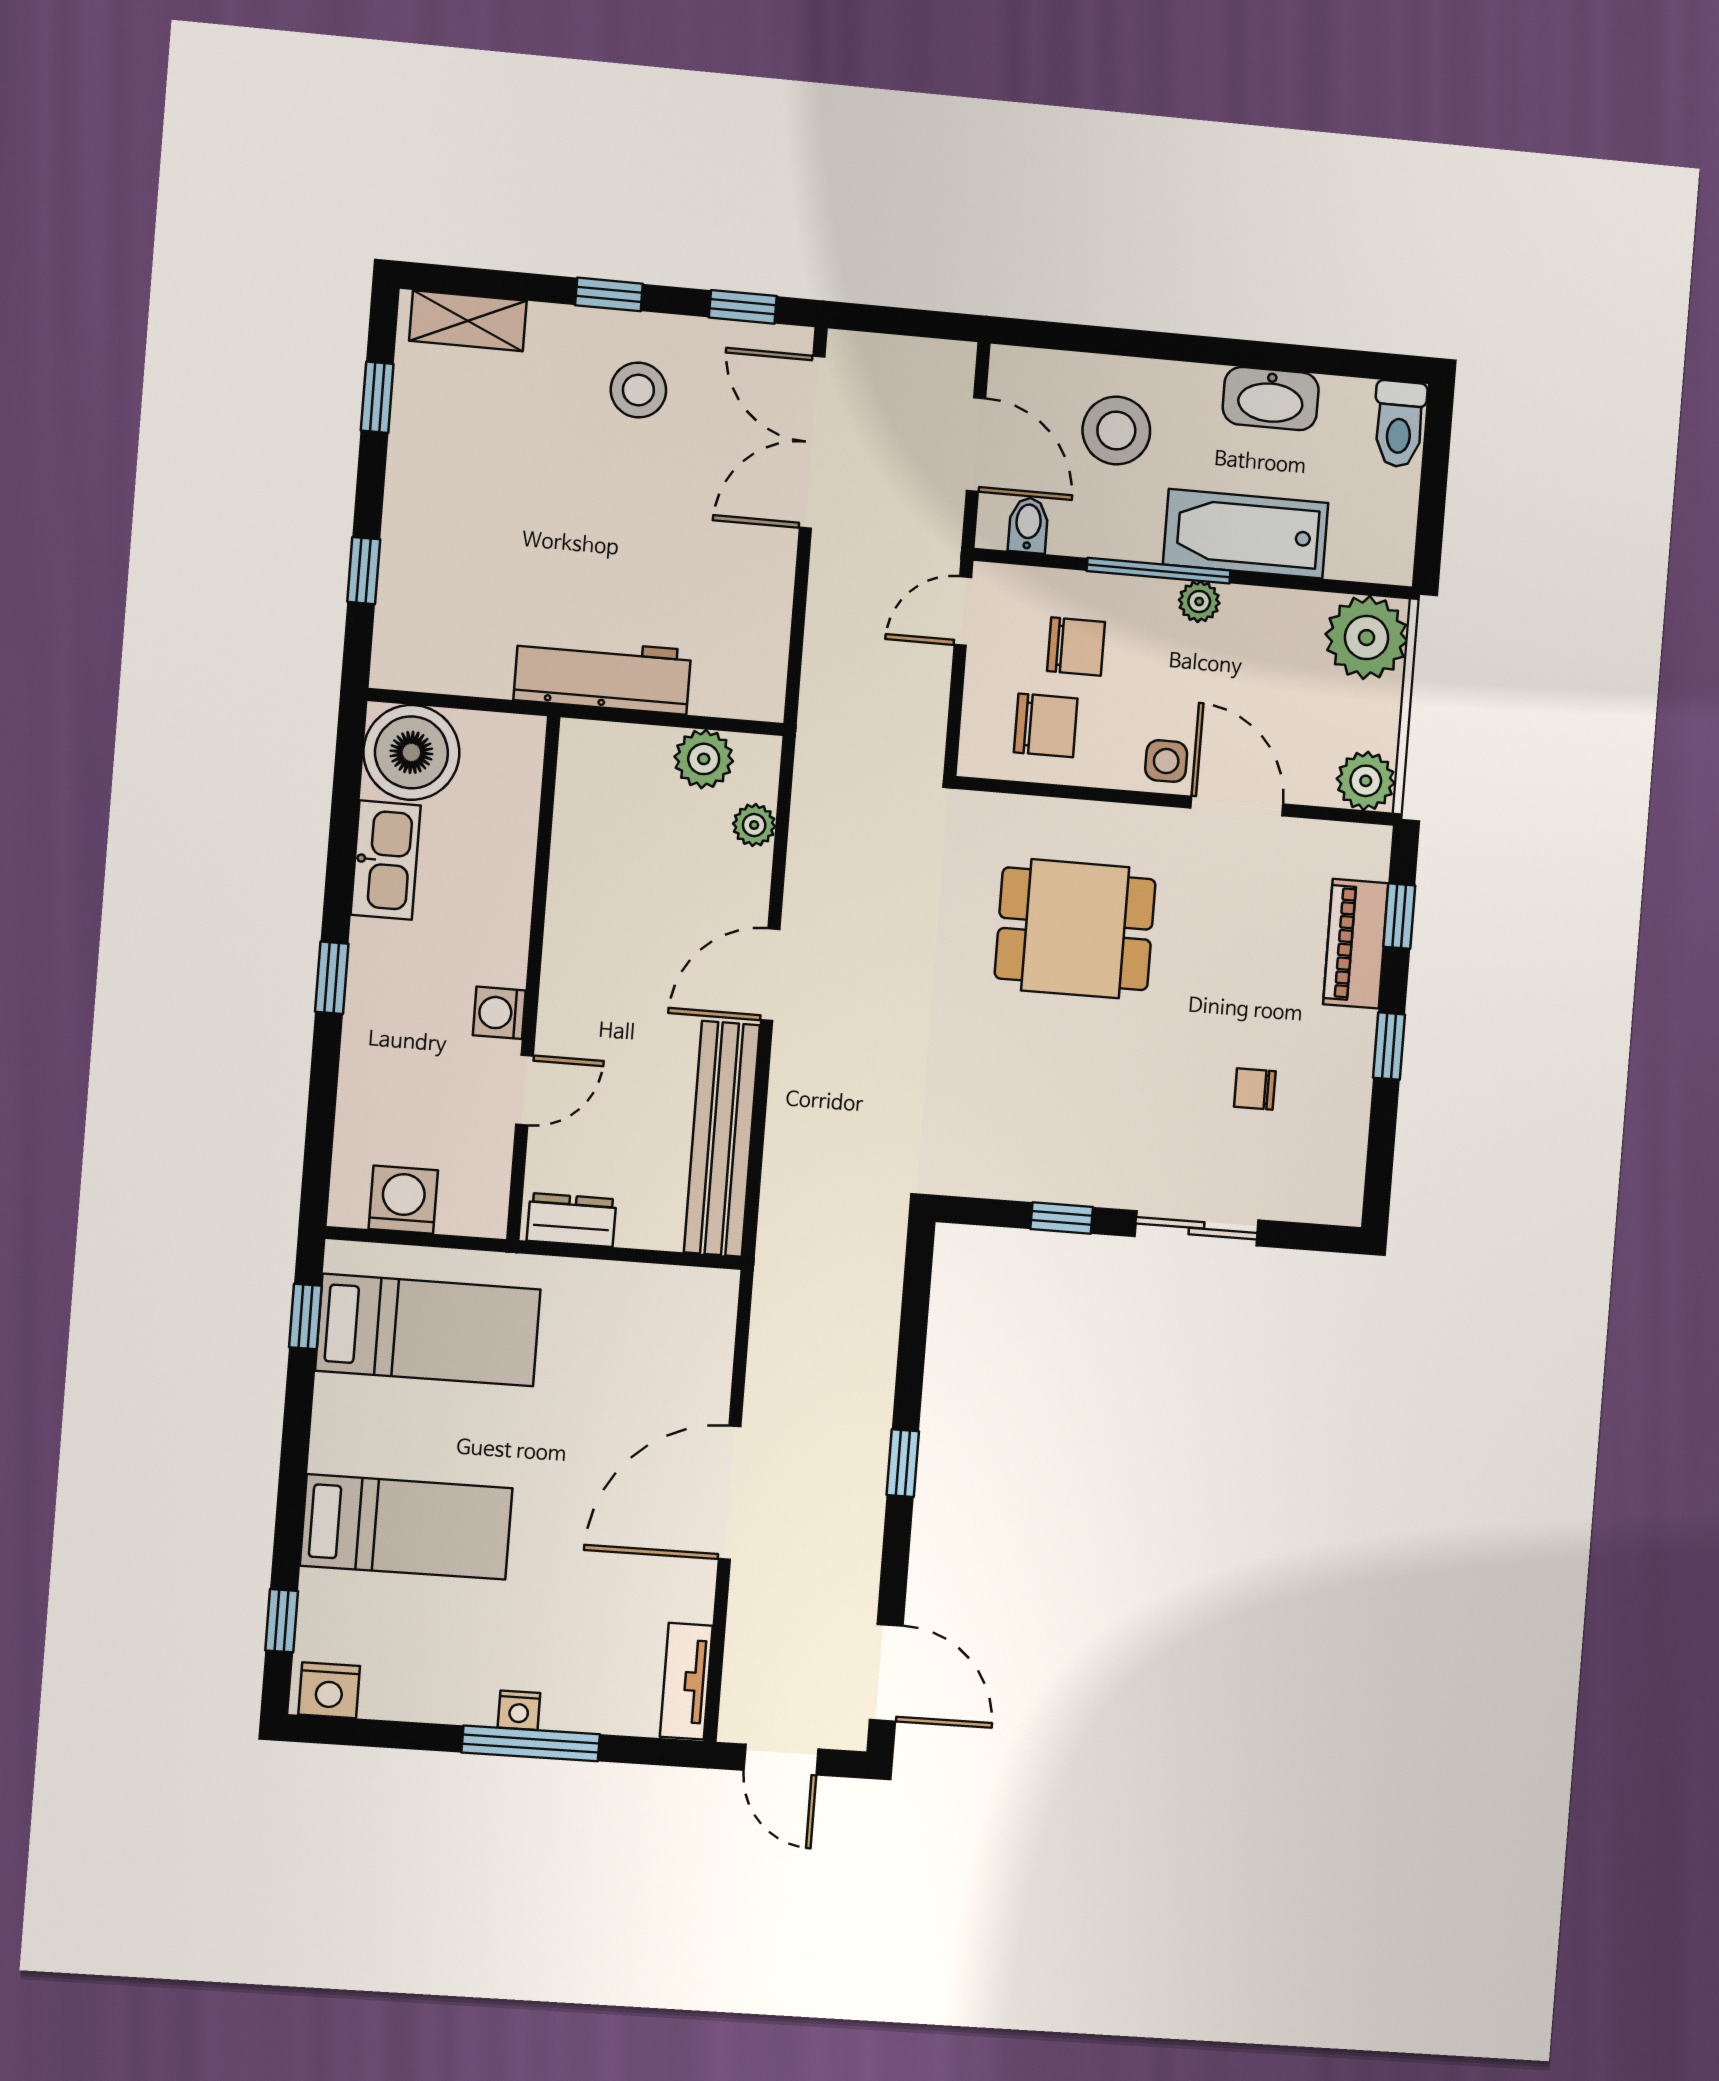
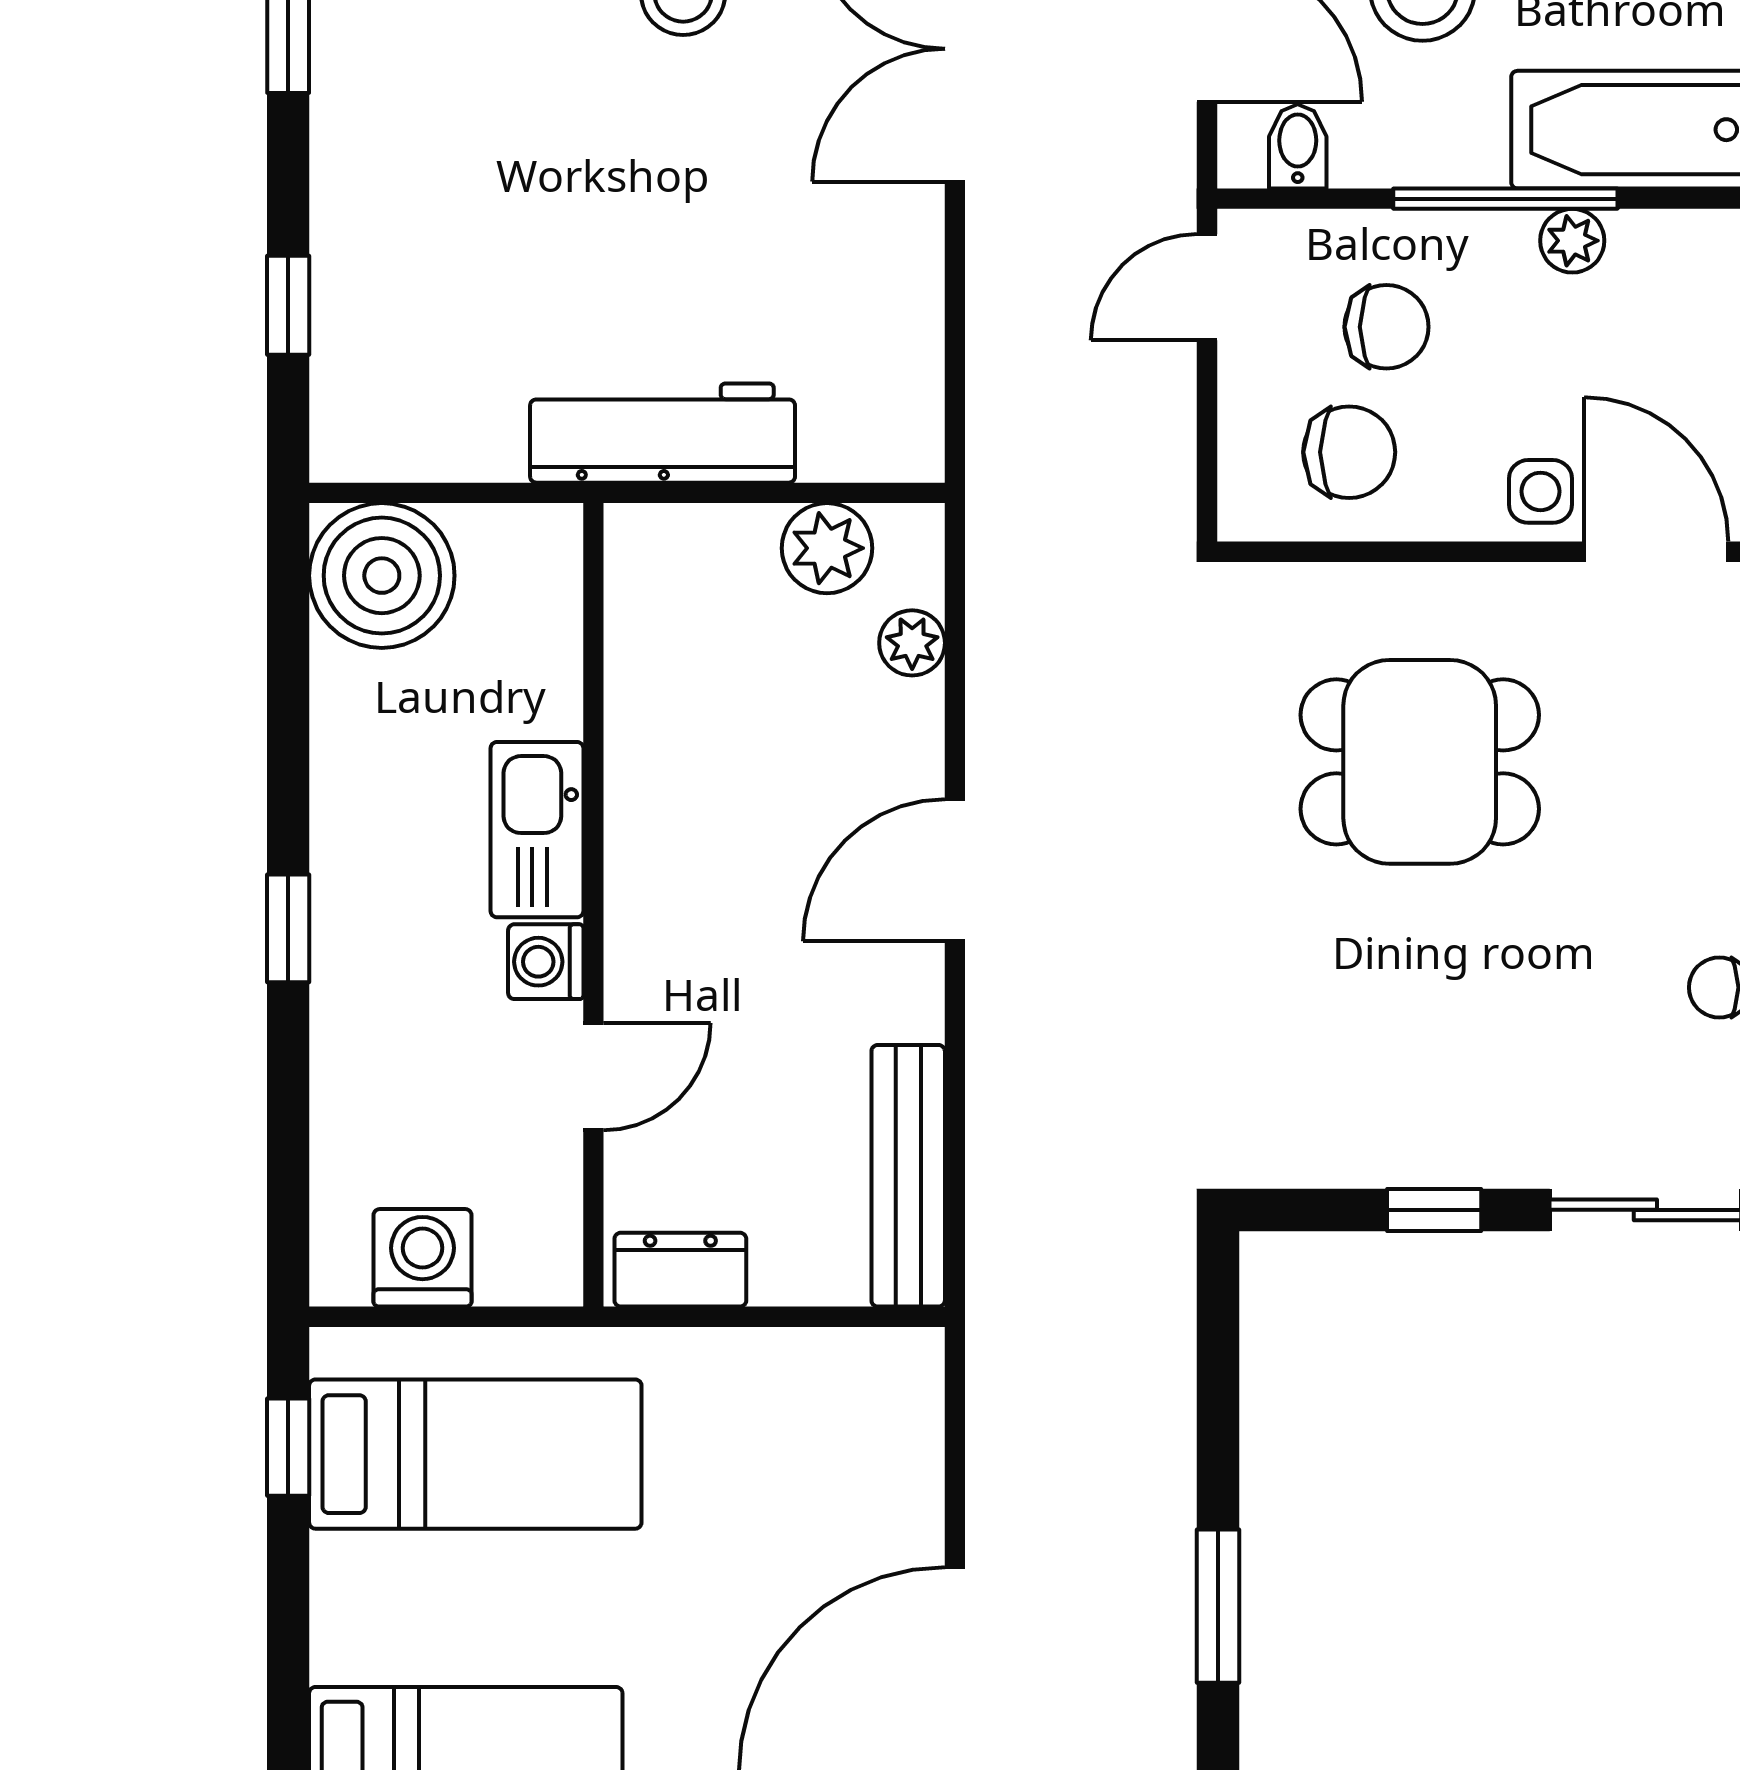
kitchen sink: (386, 860) -> (537, 830), moved, turned 180
bench: (722, 1139) -> (908, 1176), width x0.73, depth x0.82
window: (903, 1463) -> (1218, 1606), width x1.50

